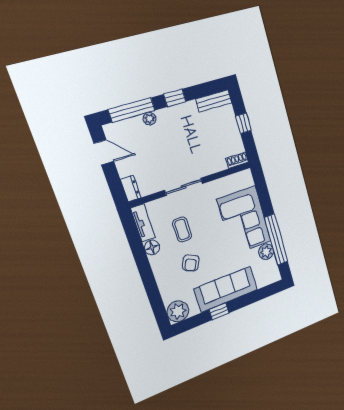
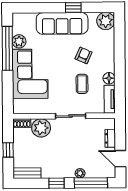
plant: (214, 161) -> (41, 128), added
dresser: (131, 189) -> (110, 138), moved

